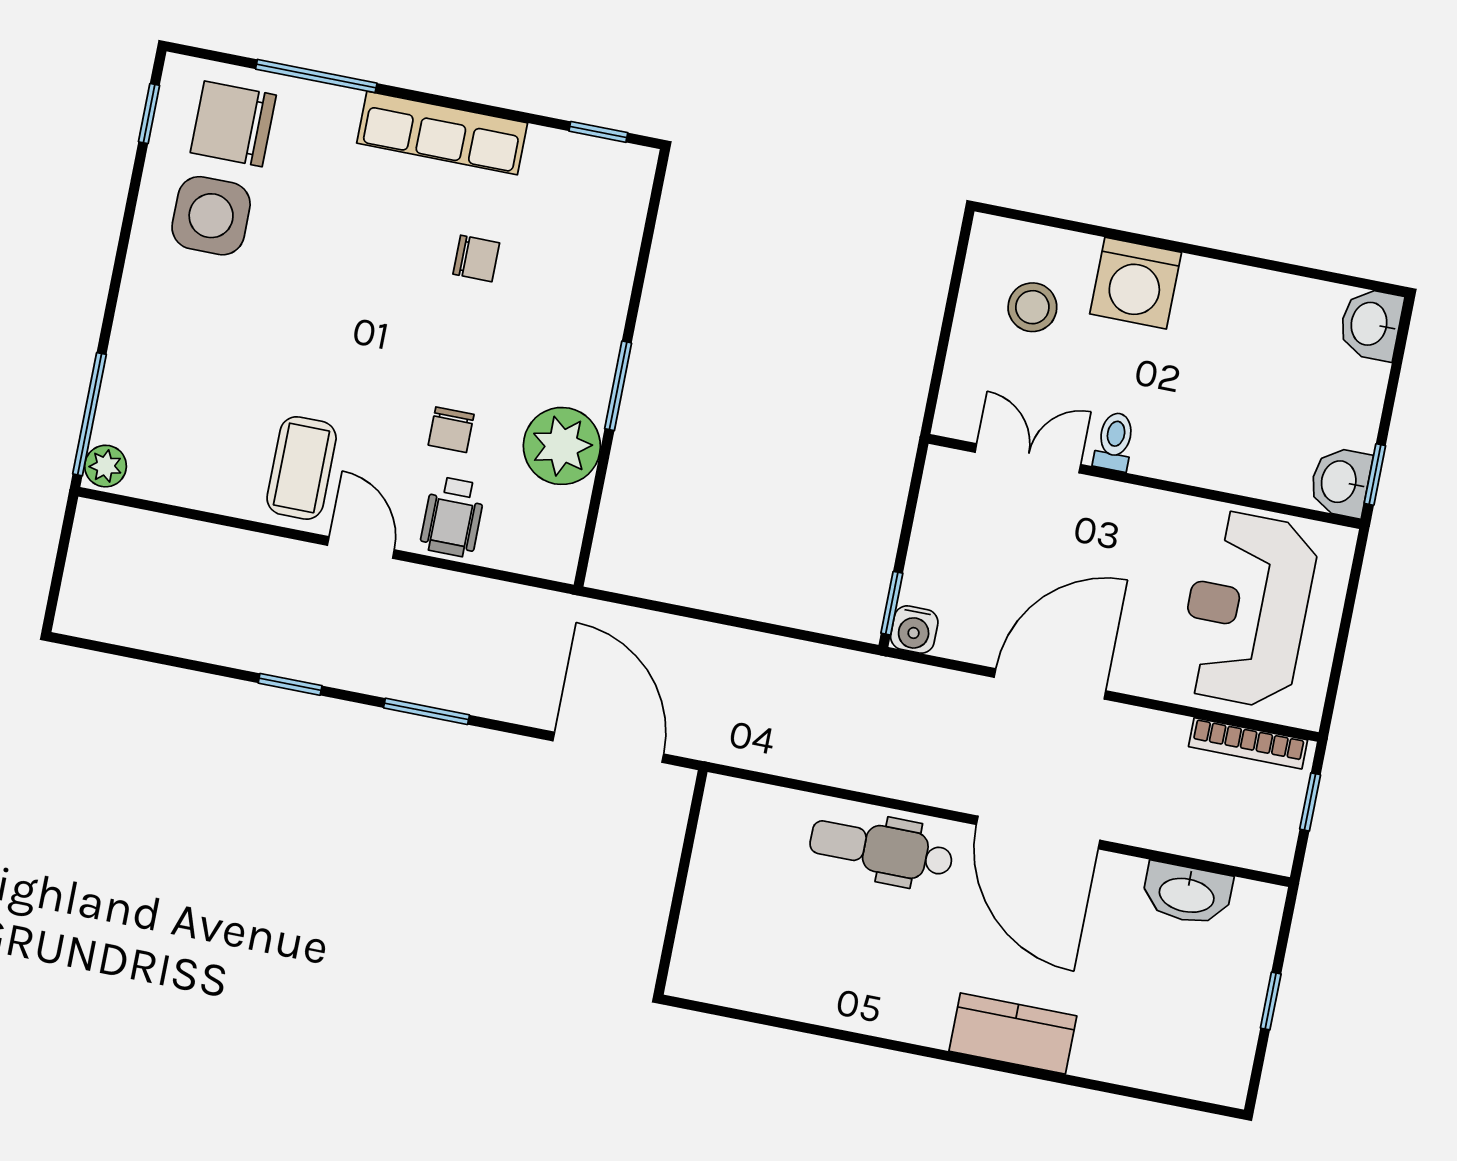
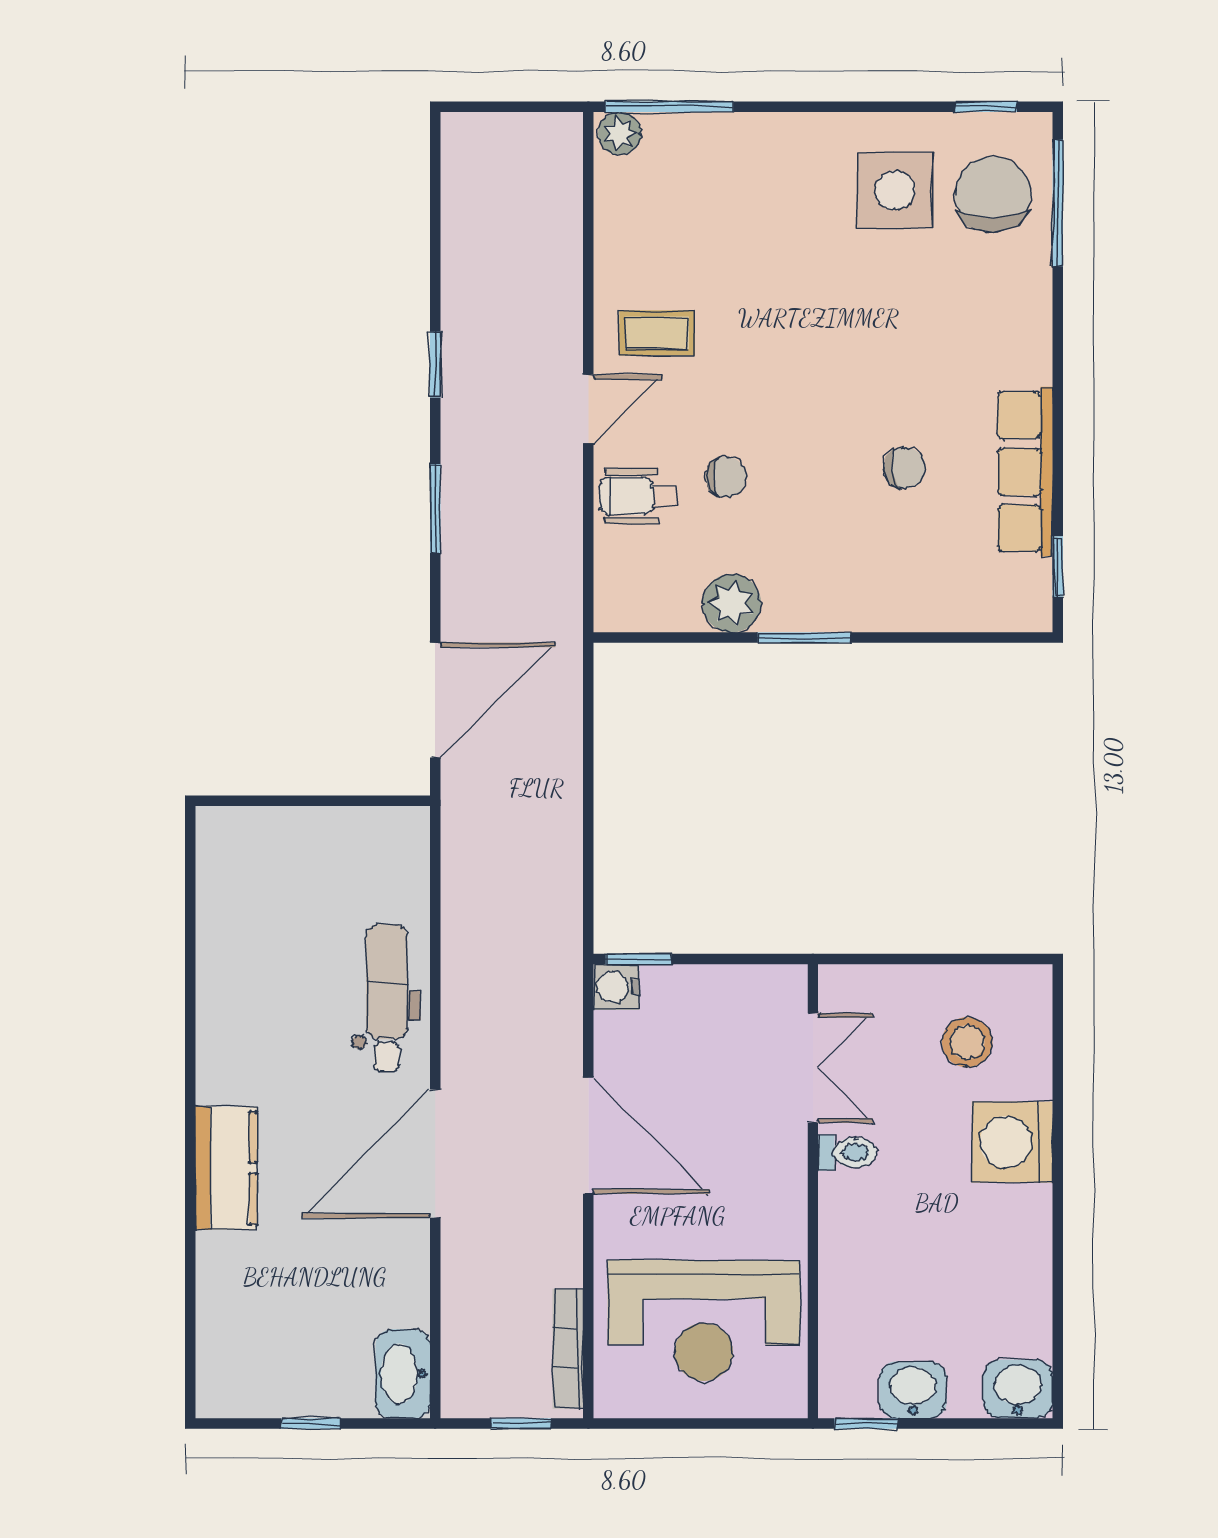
window: (316, 76) -> (1058, 203), moved
row of seats: (442, 133) -> (1025, 472), moved
chair: (476, 258) -> (905, 468), turned -100
chair: (451, 430) -> (726, 477), turned 180
plant: (562, 446) -> (732, 603), width x0.73, depth x0.73
coffee table: (302, 468) -> (657, 333), width x0.73, depth x0.77
washbasin: (1340, 482) -> (913, 1390), moved
reception desk: (1247, 609) -> (704, 1321), turned 180
washbasin: (1187, 894) -> (403, 1374), moved

